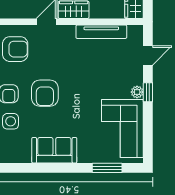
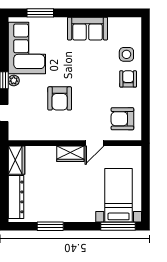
tv unit: (101, 32) -> (46, 134), removed
armchair: (45, 93) -> (60, 98), moved, turned 180

